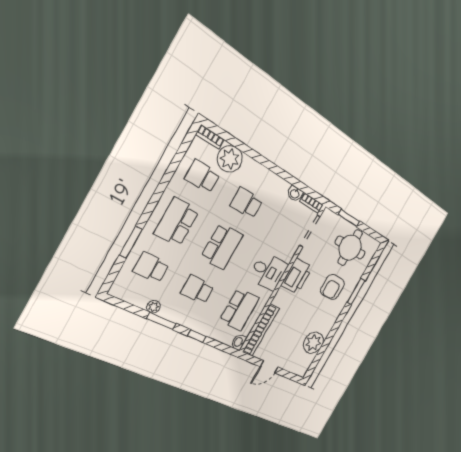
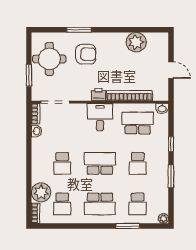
printer: (297, 276) -> (98, 94), width x0.53, depth x0.68
plant: (154, 307) -> (163, 218), moved
bookcase: (261, 330) -> (129, 96), moved

